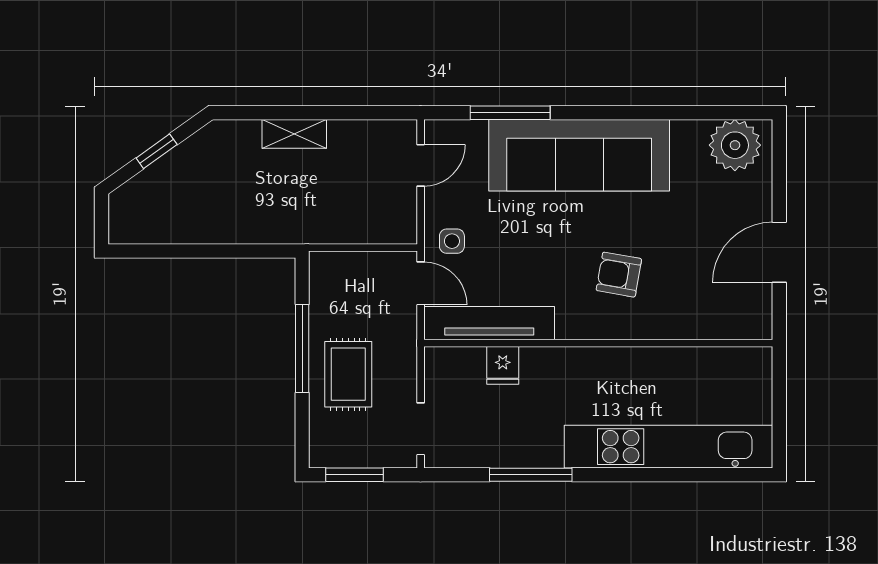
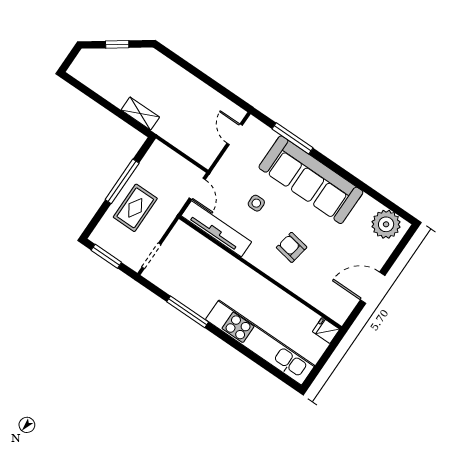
shelving: (294, 134) -> (140, 114), moved
door: (421, 165) -> (235, 134), swing flipped
side table: (452, 241) -> (256, 203), moved
fridge: (503, 365) -> (326, 330), moved, turned 90

